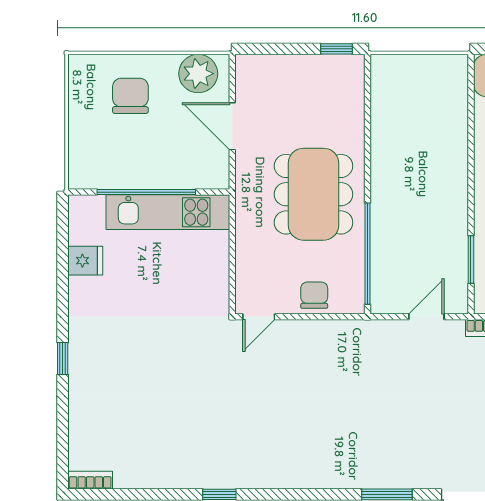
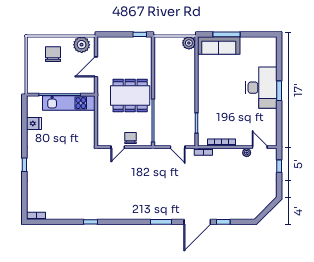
plant: (453, 70) -> (189, 43), added
door: (232, 126) -> (96, 67), hinge flipped
dining table: (313, 194) -> (130, 96), turned 90
door: (259, 317) -> (118, 147), moved
door: (426, 317) -> (178, 147), swing flipped

